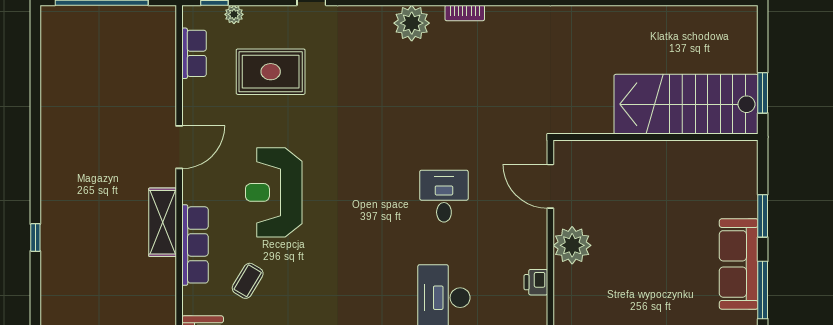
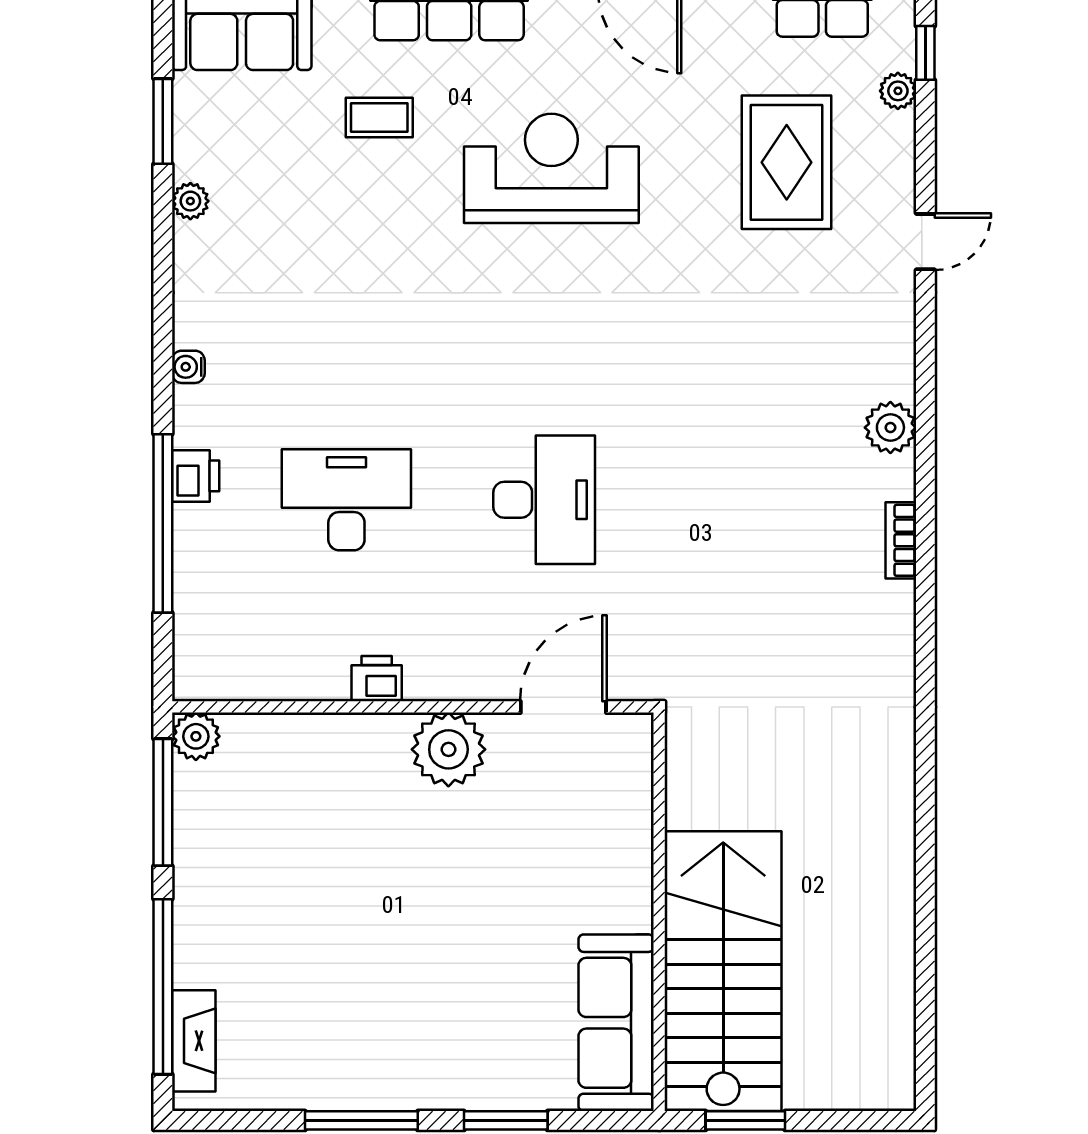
plant: (412, 23) -> (890, 428), width x0.73, depth x0.73
desk: (444, 196) -> (544, 500), width x1.37
sofa: (739, 264) -> (616, 1023), moved, turned -90
coffee table: (248, 281) -> (379, 118), turned -31

